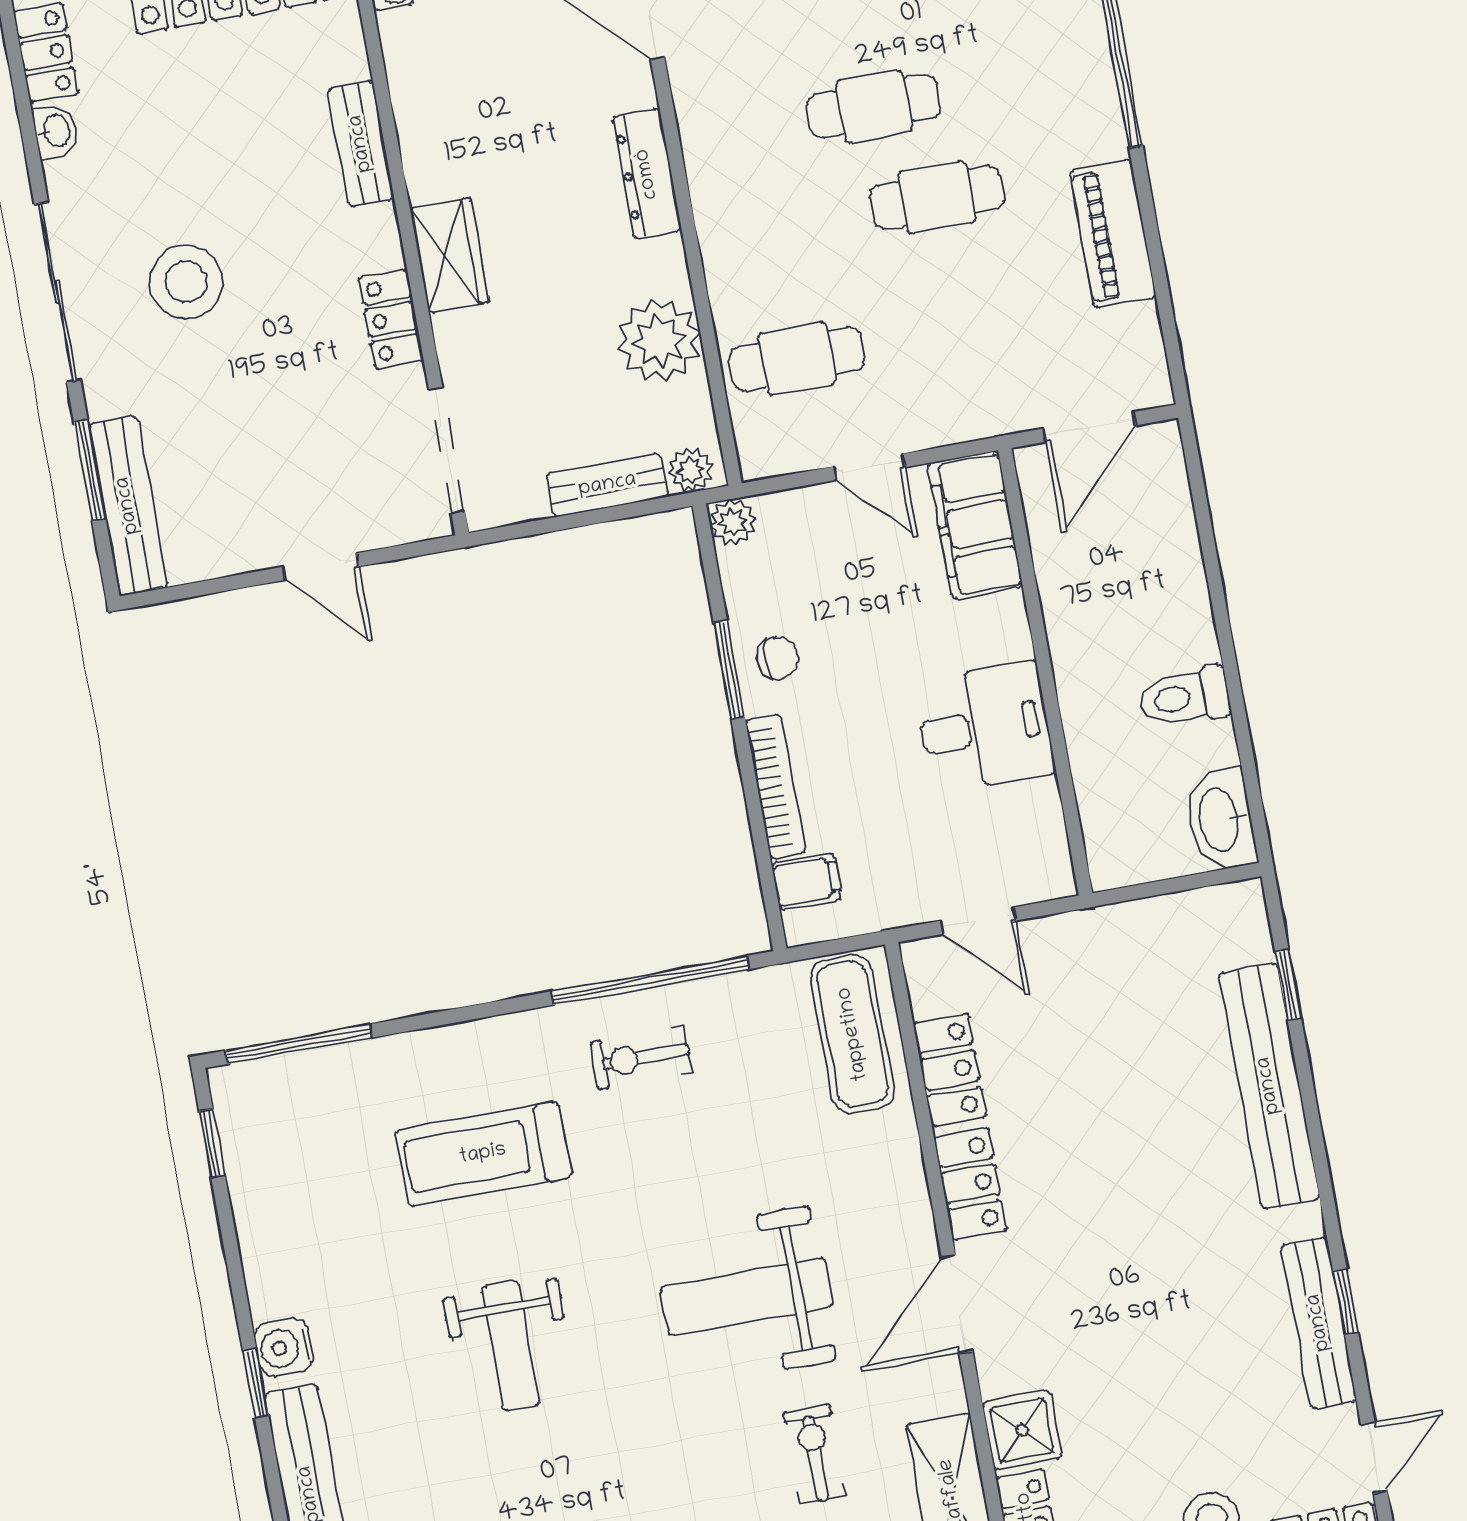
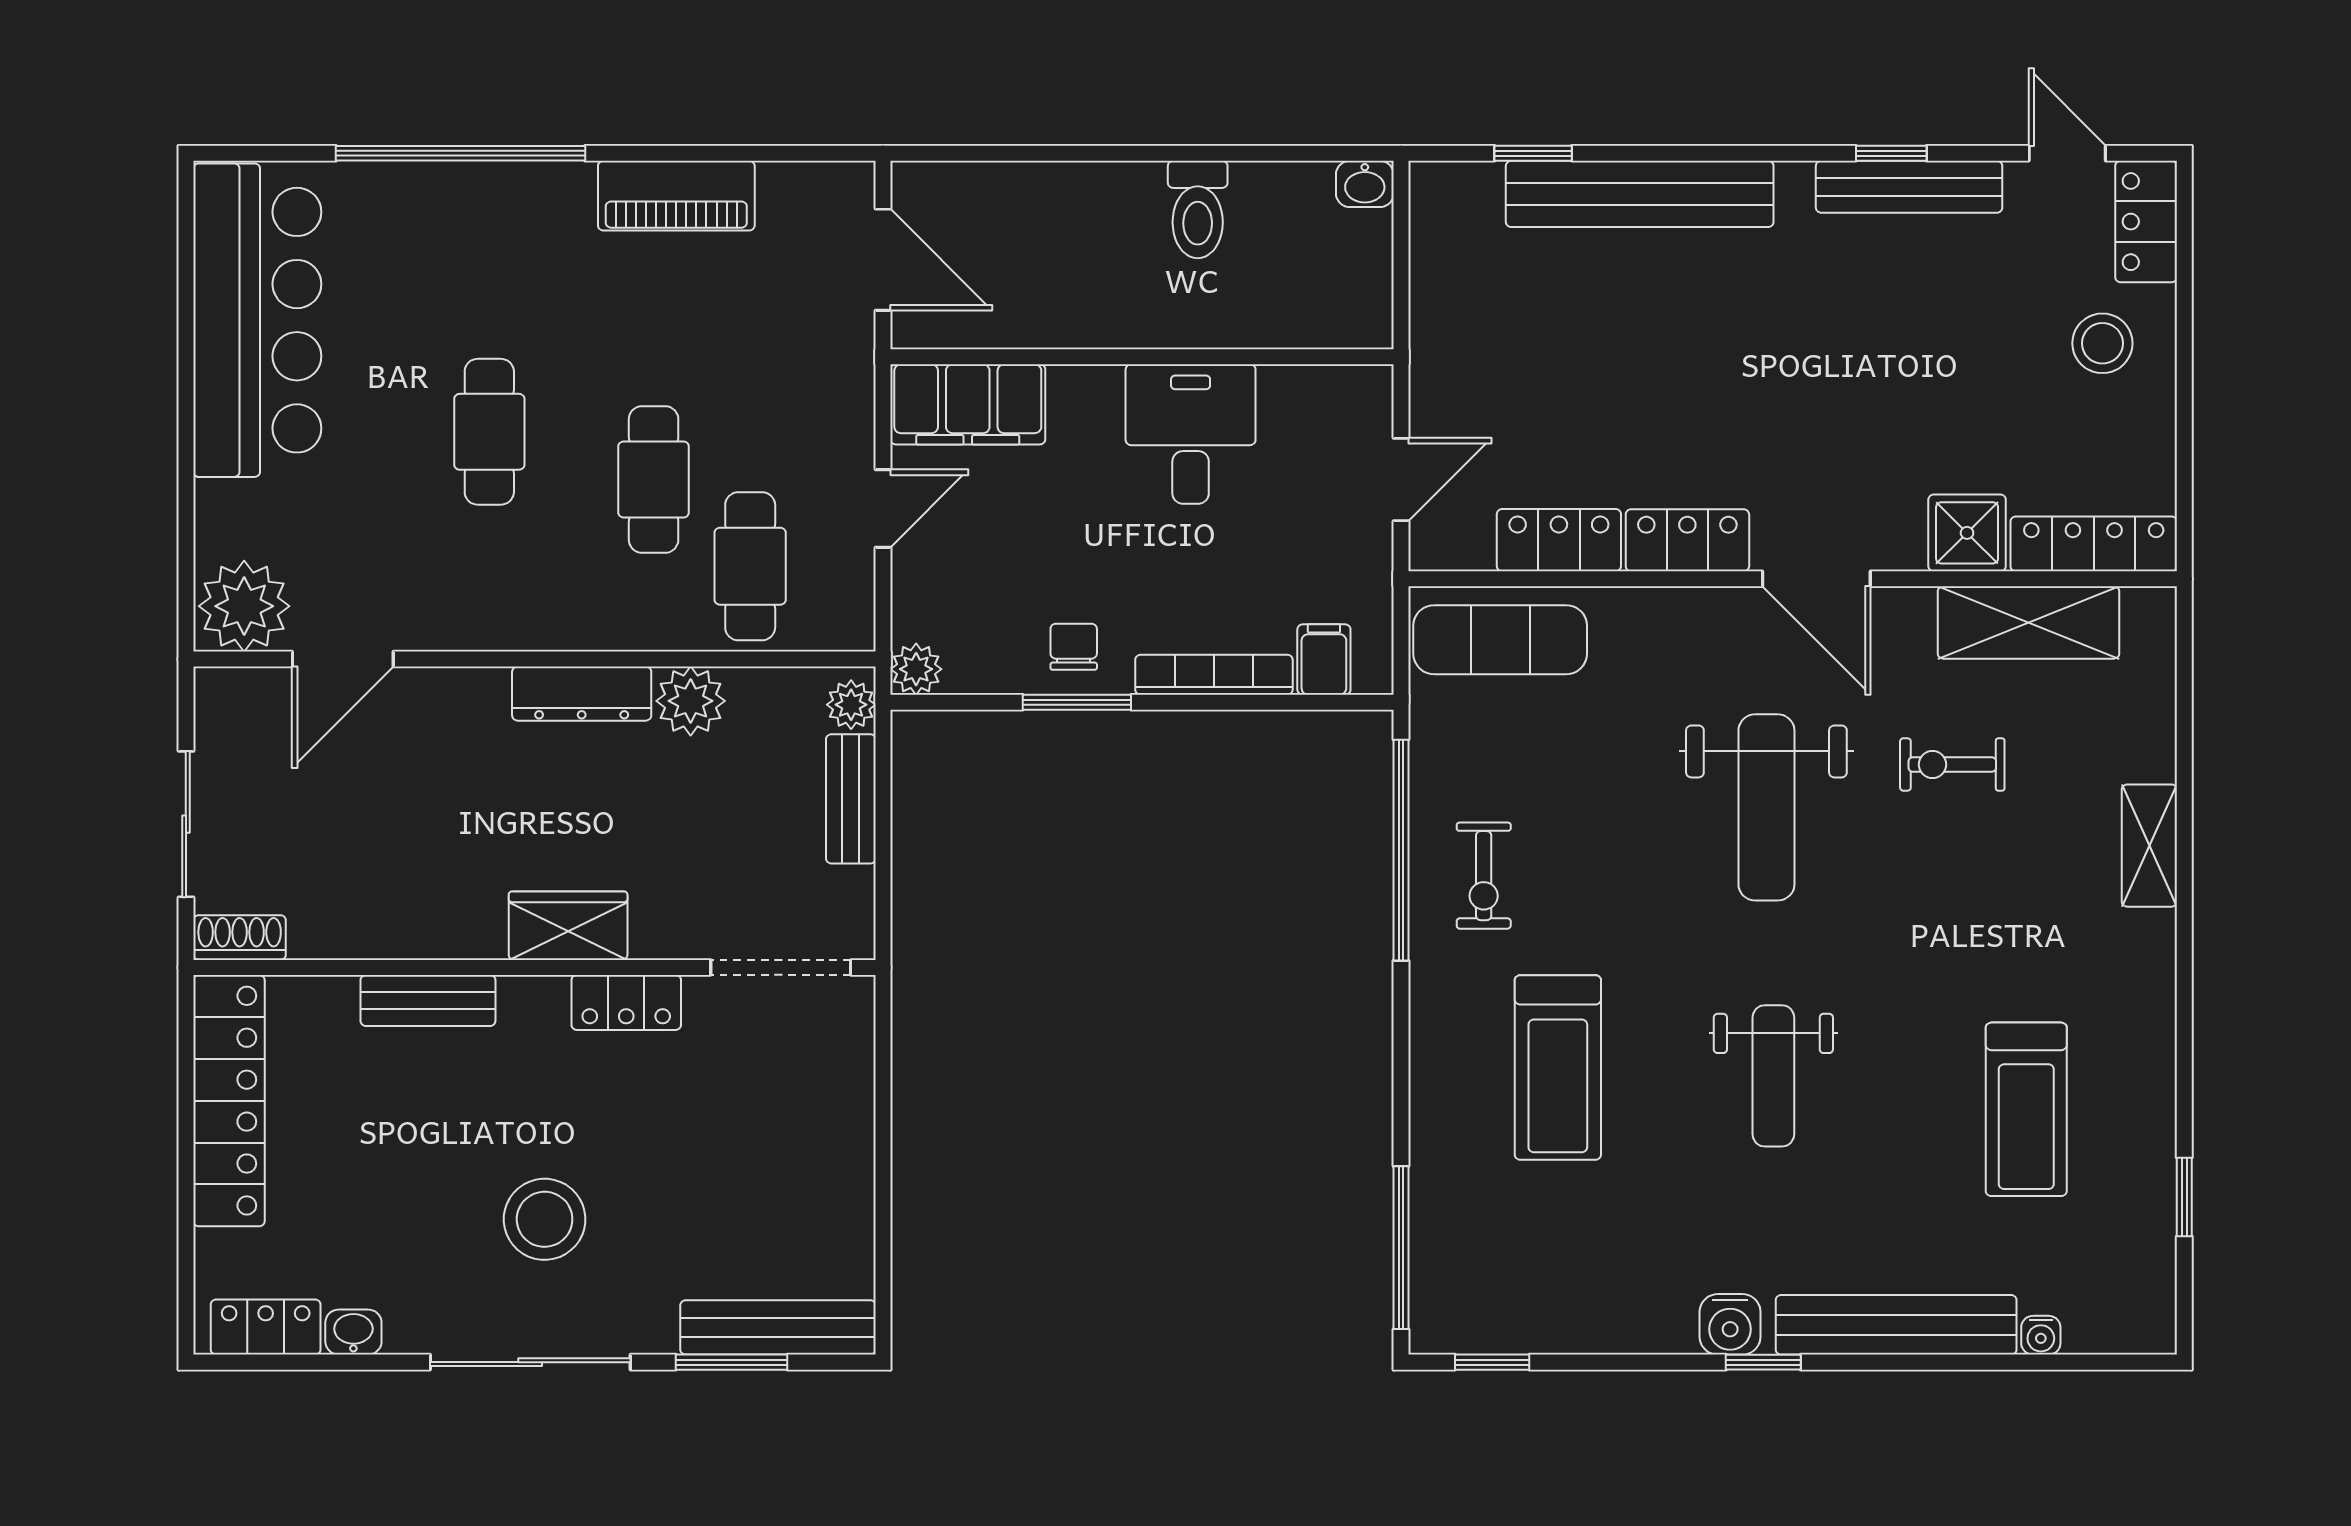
dresser: (647, 174) -> (582, 694), moved
cafe table: (937, 197) -> (654, 479), moved
plant: (659, 341) -> (691, 701), width x0.73, depth x0.73
door: (321, 567) -> (883, 1129), removed
washbasin: (1221, 819) -> (1365, 184), width x0.52, depth x0.69
weight bench: (511, 1346) -> (1773, 1076), turned 90

